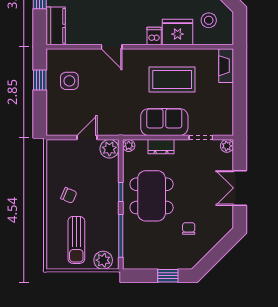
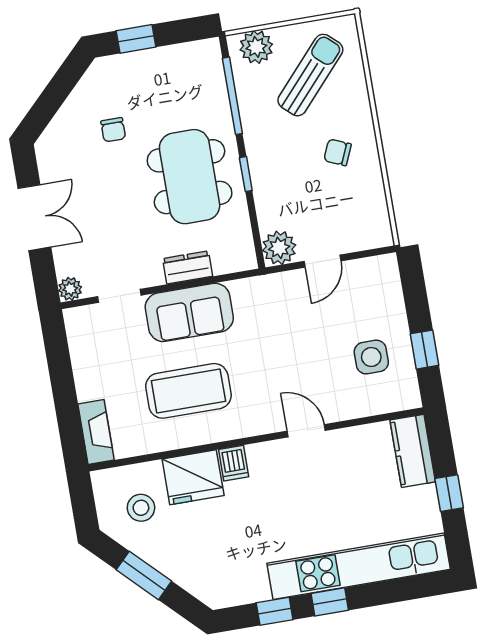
plant: (129, 146) -> (246, 260), removed
sun lounger: (76, 240) -> (310, 75), turned 42

